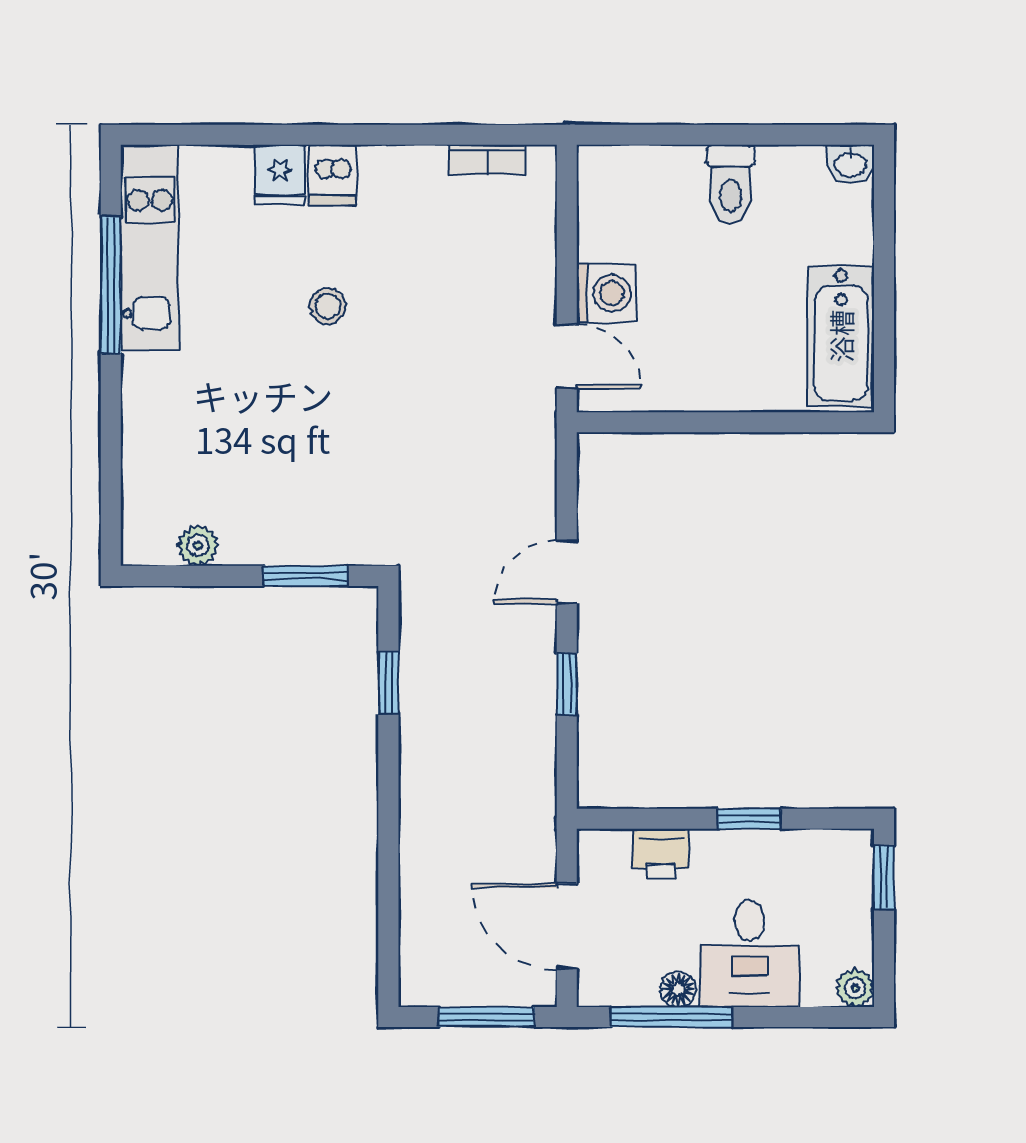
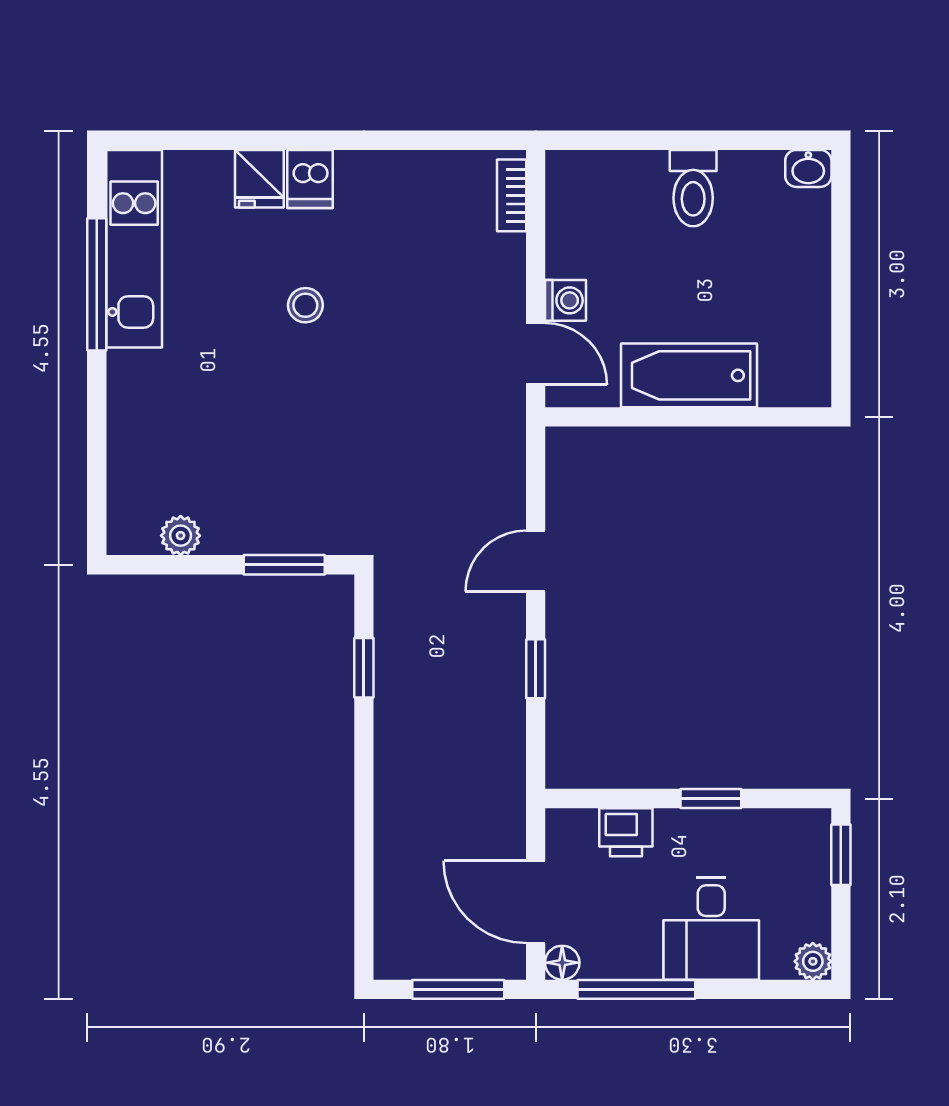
bookcase: (487, 160) -> (512, 195), moved, turned 90
washing machine: (606, 293) -> (565, 300), width x0.73, depth x0.73
bathtub: (841, 336) -> (689, 375), moved, turned 90
floor lamp: (678, 989) -> (562, 963), moved

